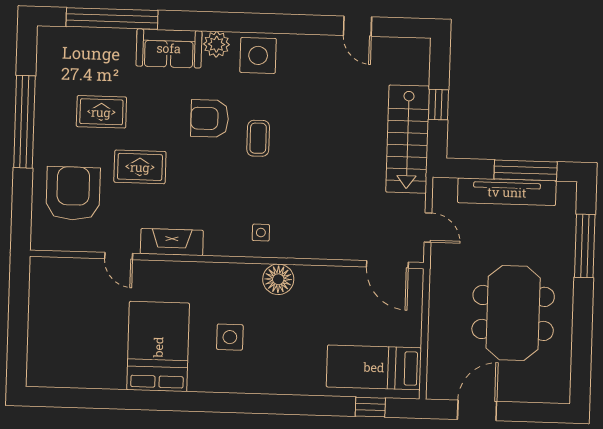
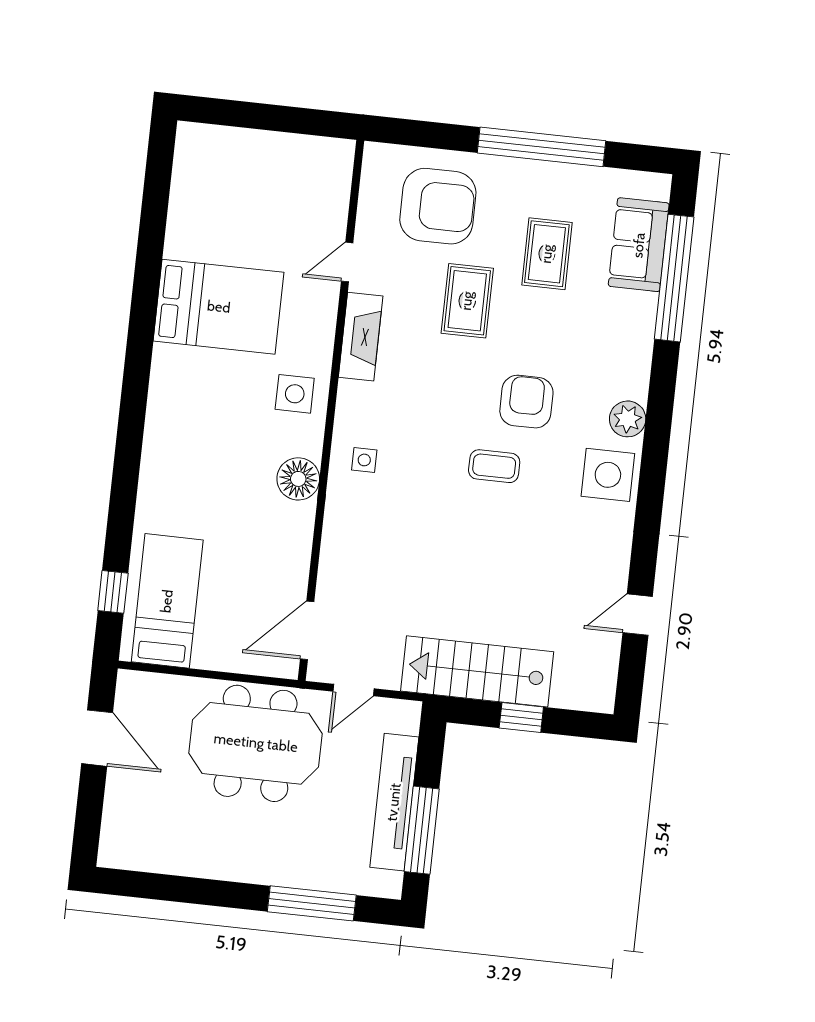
sofa: (169, 48) -> (639, 245), moved
meeting table: (513, 313) -> (256, 743), moved
side table: (230, 337) -> (295, 394), moved

